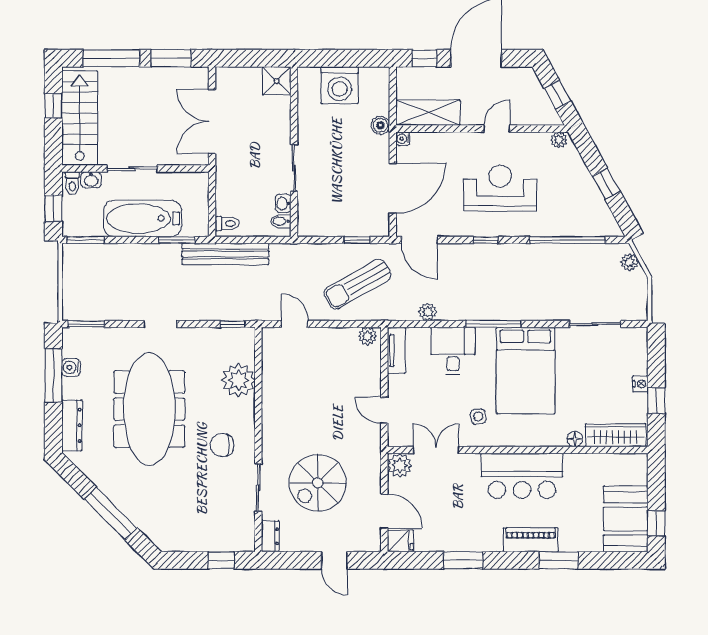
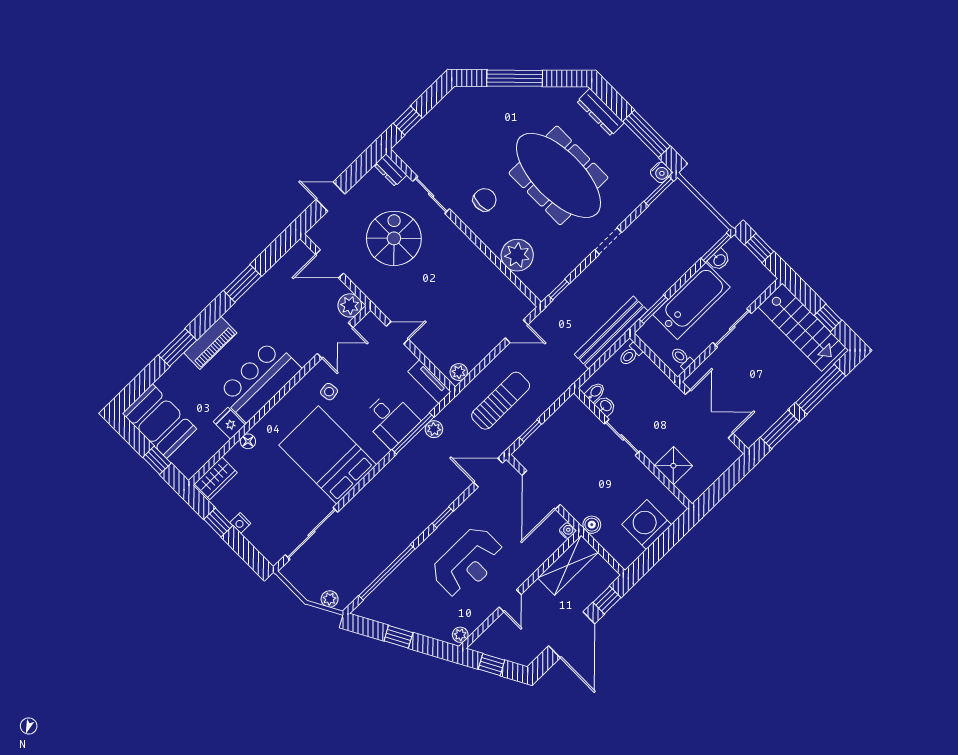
shower: (277, 81) -> (673, 466), moved
washbasin: (91, 180) -> (719, 260), moved, turned 180
toilet: (72, 183) -> (682, 358), moved
sun lounger: (357, 284) -> (501, 401), turned 30
window: (493, 324) -> (413, 433), moved
sliding door: (595, 324) -> (312, 534), width x1.37
water cooler: (71, 367) -> (661, 172), moved, turned 90
wardrobe: (616, 435) -> (216, 478), width x0.67
window: (656, 523) -> (157, 460), moved
fridge: (400, 541) -> (229, 423), moved, turned 90

